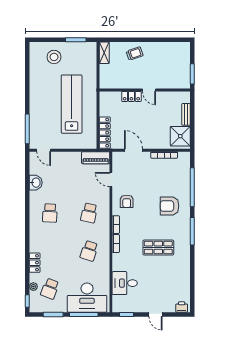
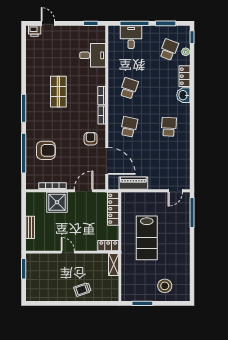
shelving: (104, 53) -> (114, 265), moved
locker: (131, 96) -> (108, 246), moved
lab bench: (72, 104) -> (147, 238), width x0.73
shower: (180, 136) -> (57, 202), moved
door: (44, 150) -> (175, 191), swing flipped
door: (134, 150) -> (84, 191), swing flipped
piano: (96, 158) -> (133, 183), moved
door: (111, 180) -> (107, 161), width x1.88
washbasin: (36, 183) -> (183, 95), moved
armchair: (170, 206) -> (46, 150), moved
shop shelf: (158, 248) -> (58, 92), turned 90
desk: (87, 298) -> (131, 37), width x0.53, depth x0.77
door: (155, 314) -> (48, 23), moved

